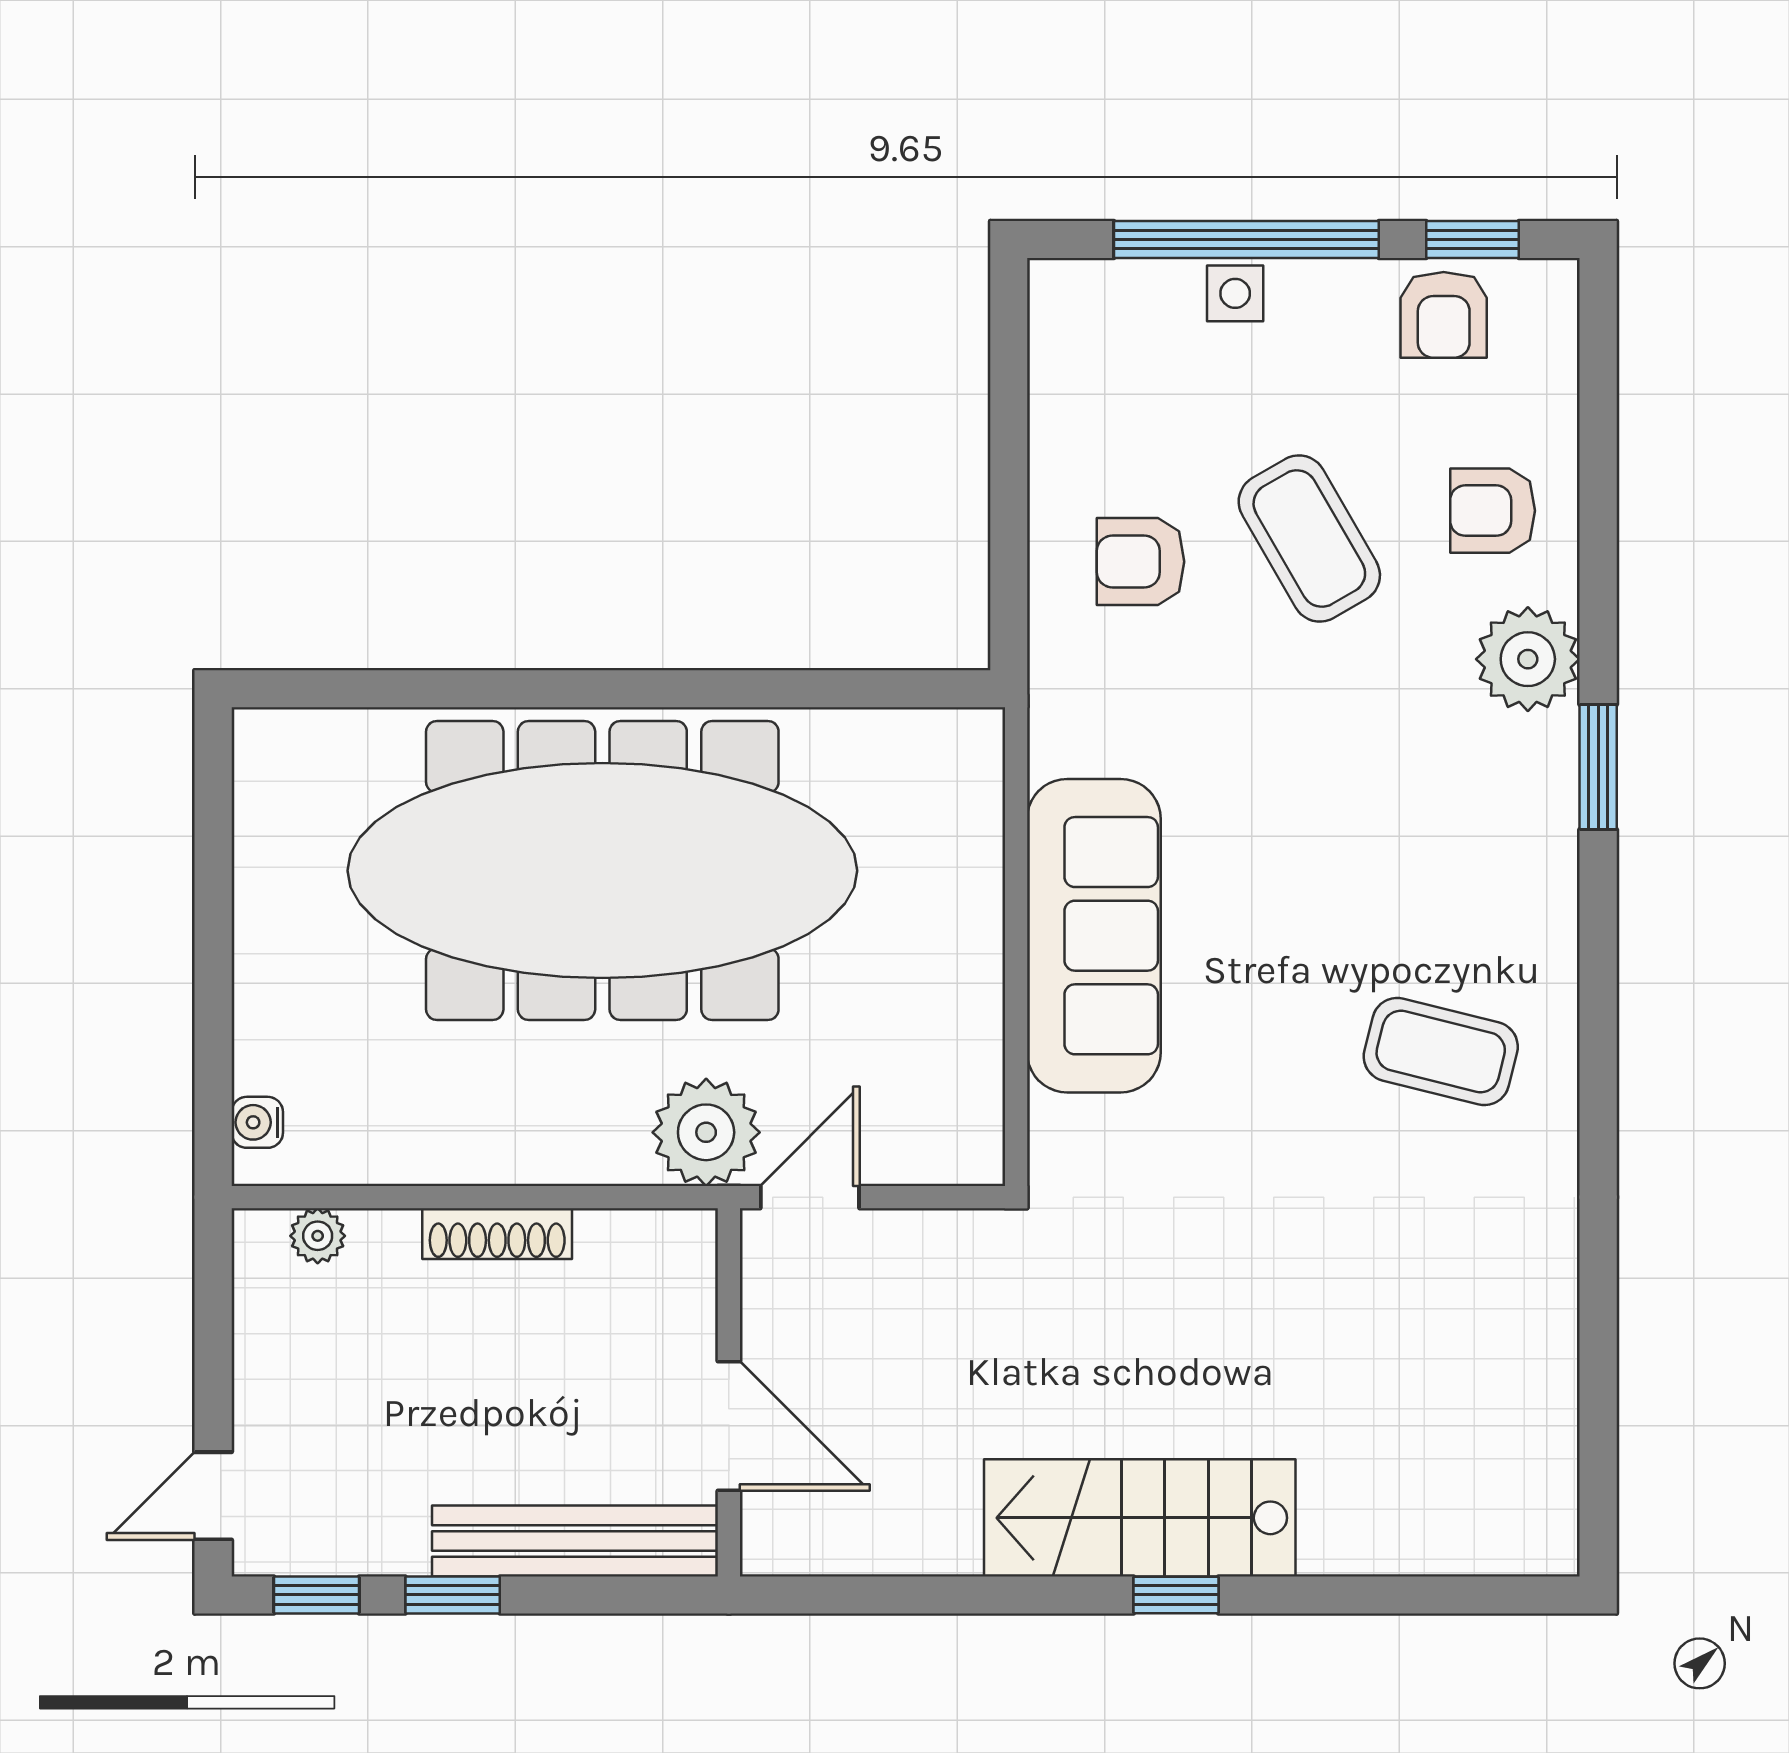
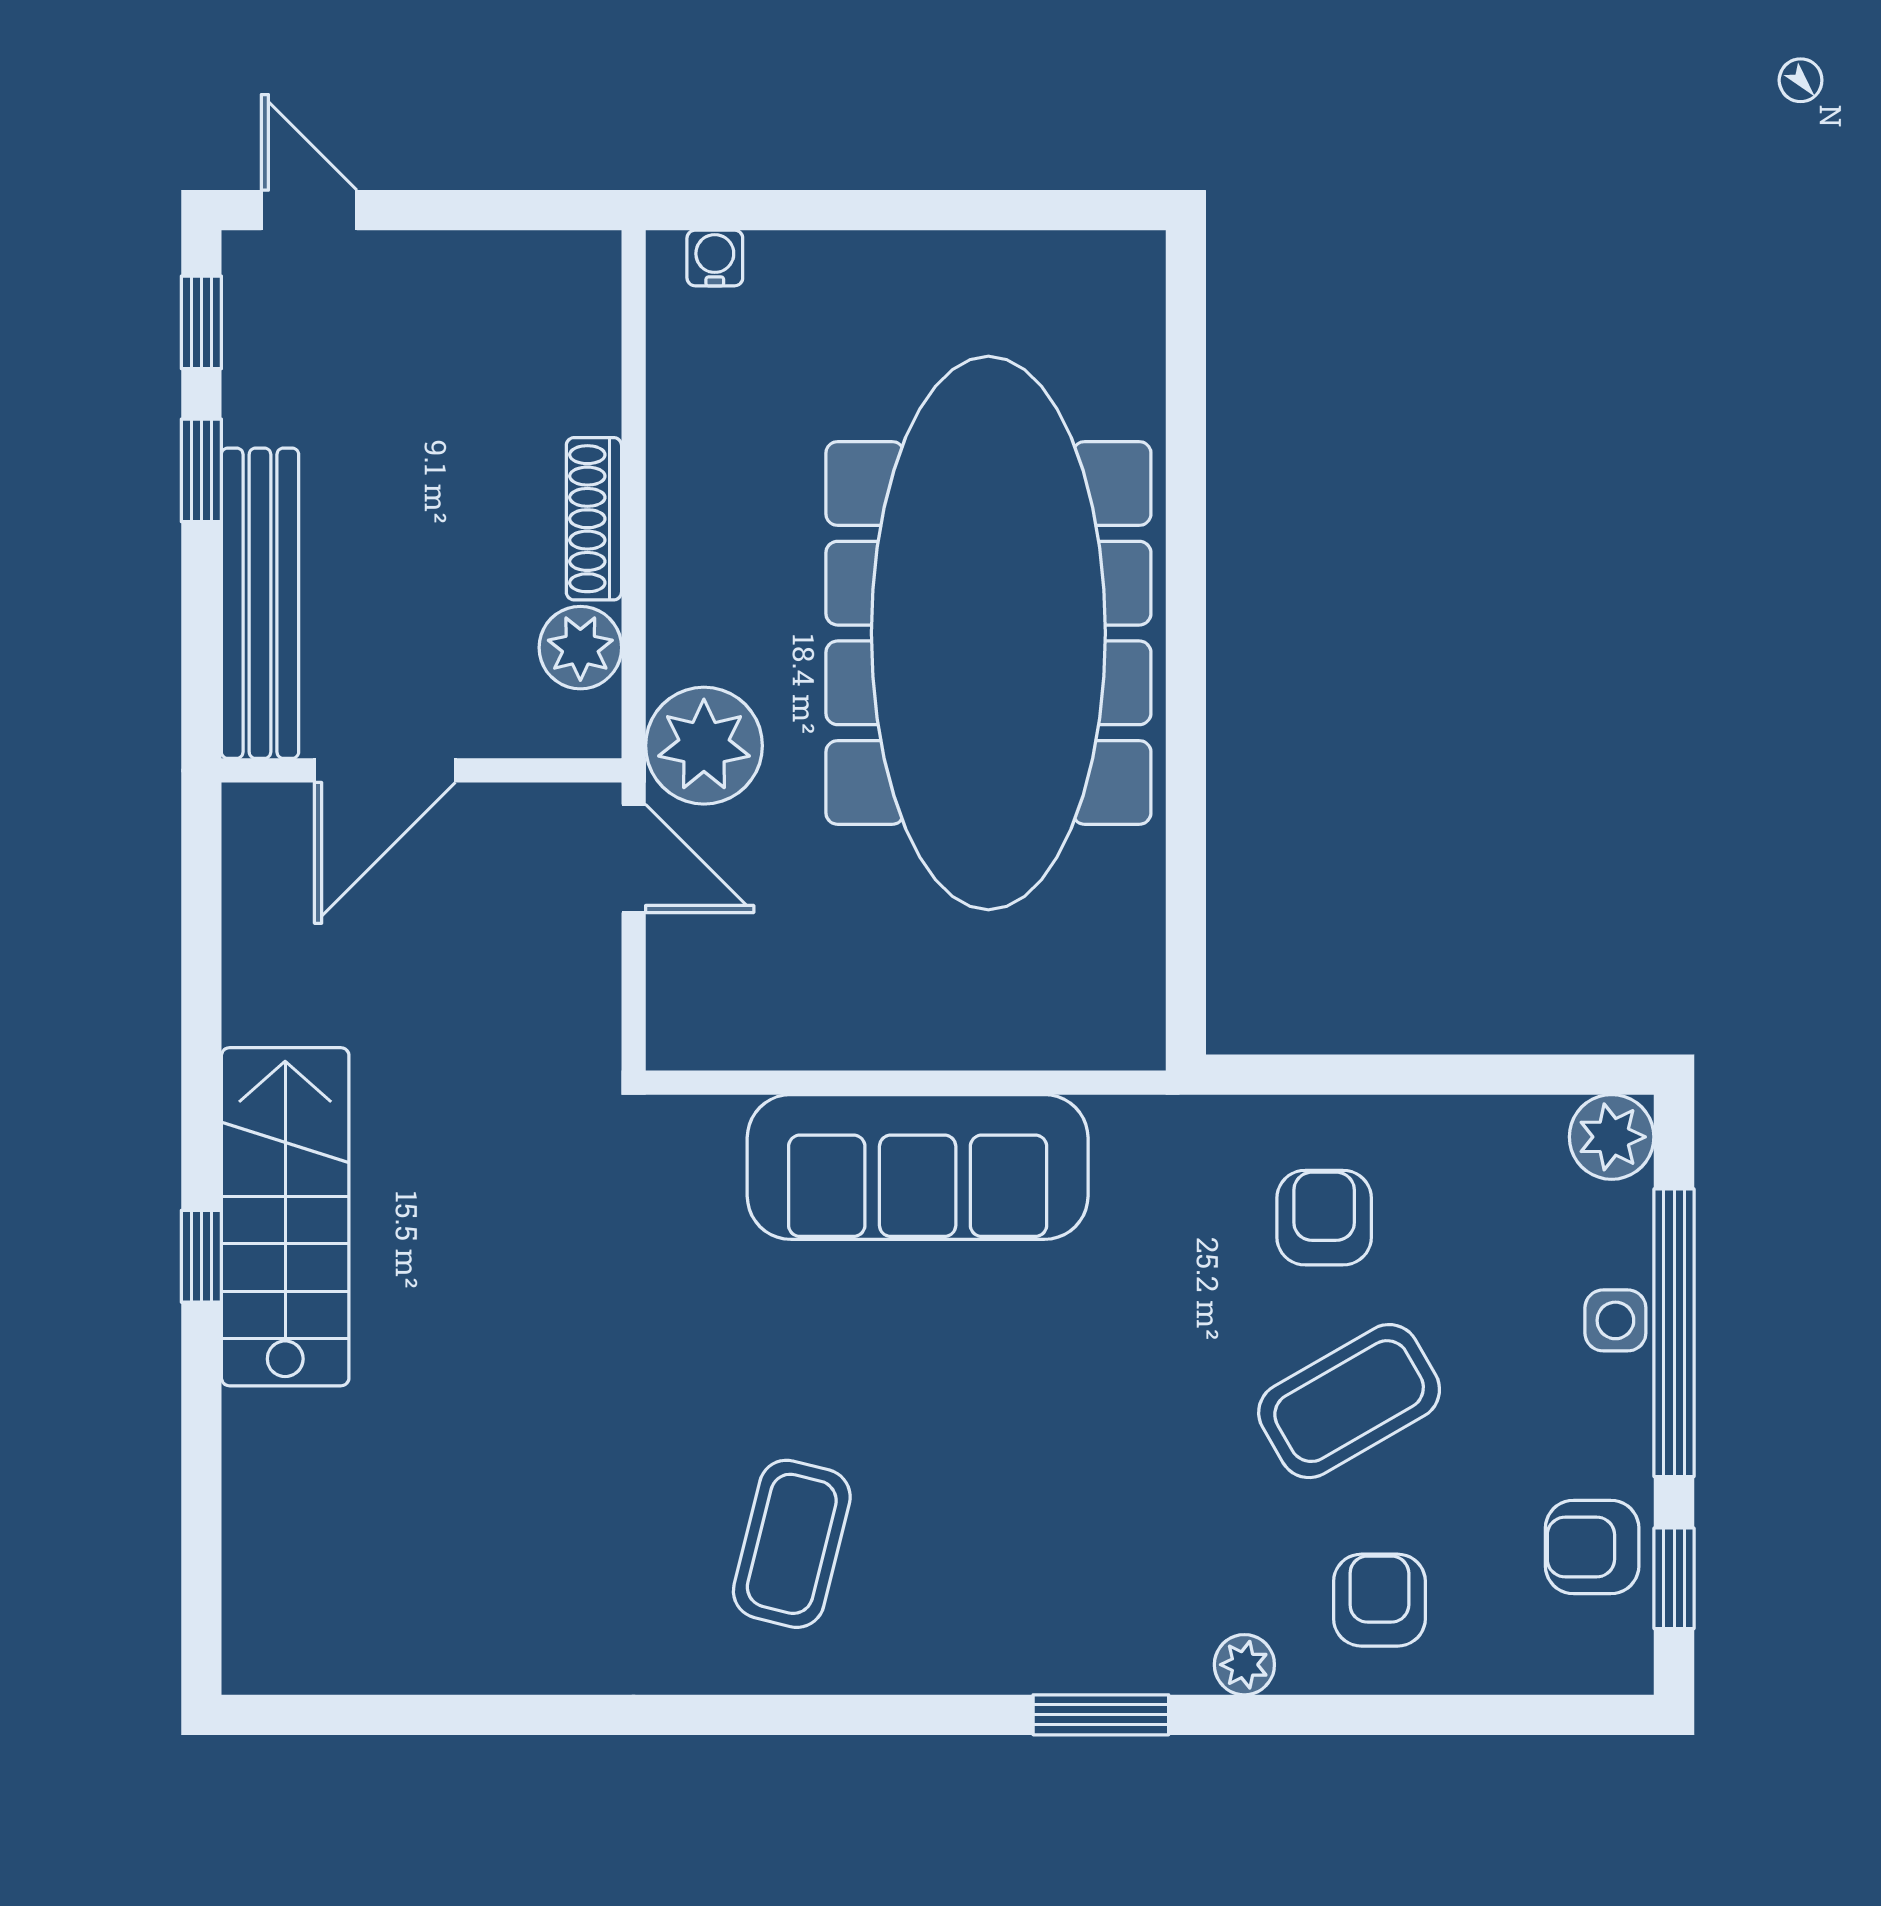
plant: (1066, 297) -> (1612, 1137), added
plant: (1528, 659) -> (1244, 1665), width x0.53, depth x0.53
plant: (318, 1236) -> (580, 648), moved, width x1.38, depth x1.38

